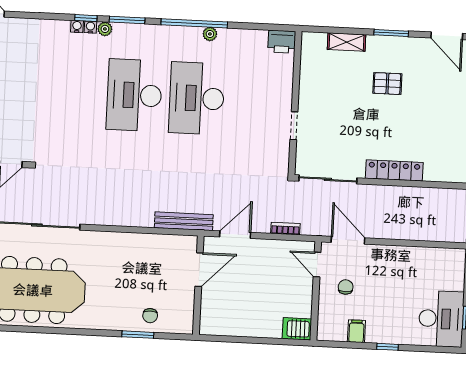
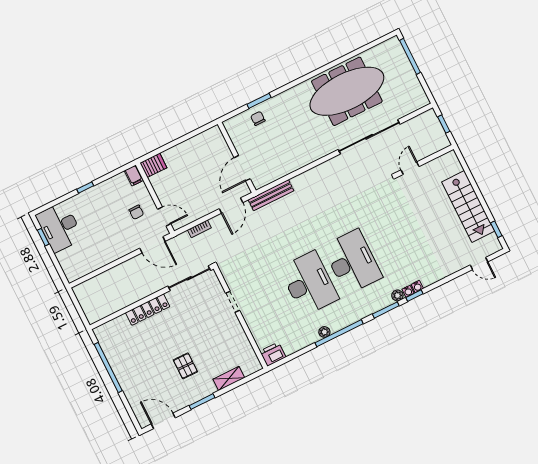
pallet: (387, 84) -> (185, 366), turned 90
filing cabinet: (356, 331) -> (134, 175), moved

